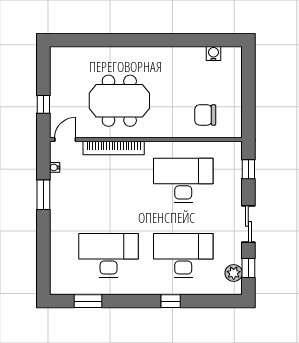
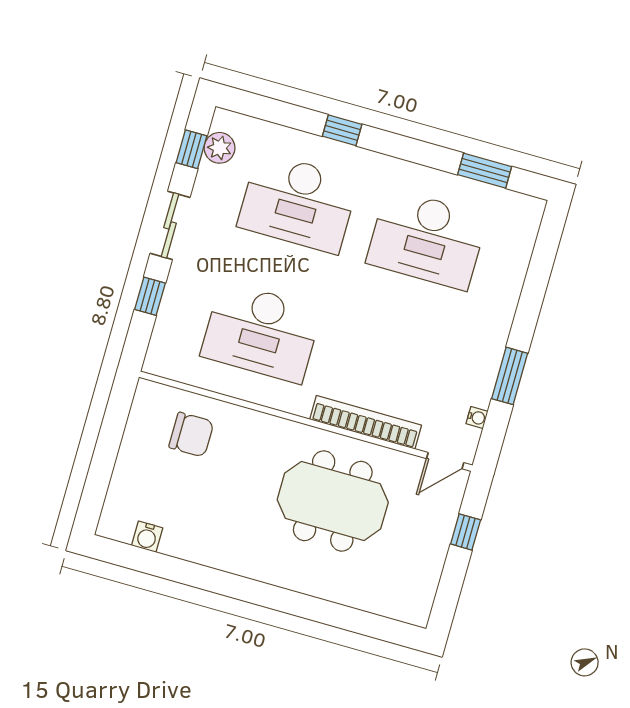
window: (248, 169) -> (150, 296), moved

